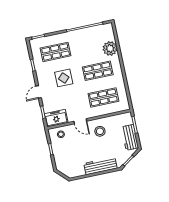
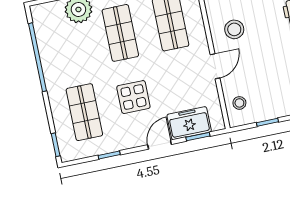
door: (39, 92) -> (160, 145), swing flipped
freezer: (56, 118) -> (189, 123), moved, turned 90

